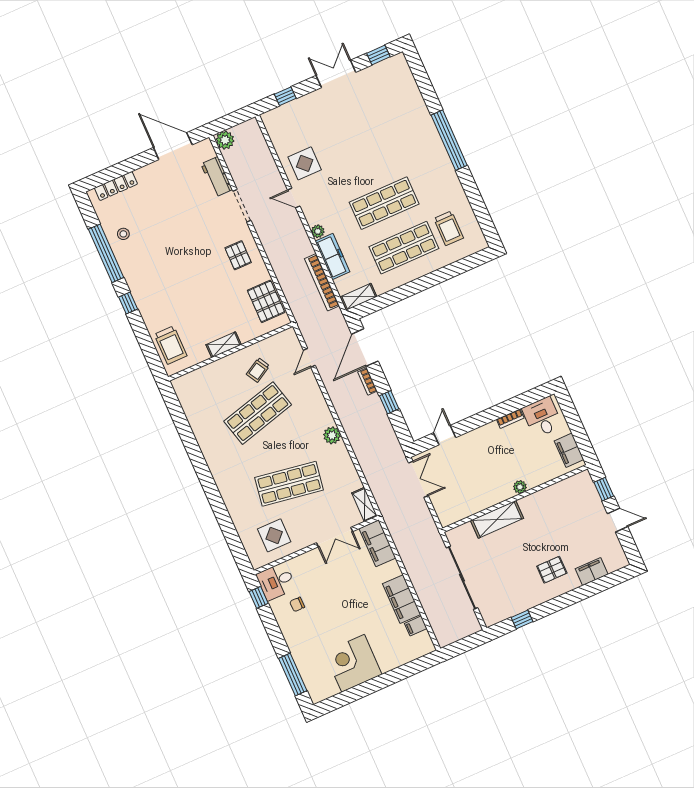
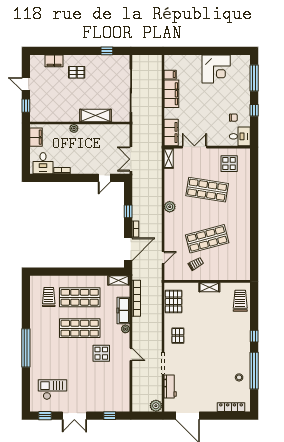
checkout: (384, 97) -> (53, 390), added
display table: (305, 163) -> (101, 353), moved
window: (259, 597) -> (254, 110), moved

